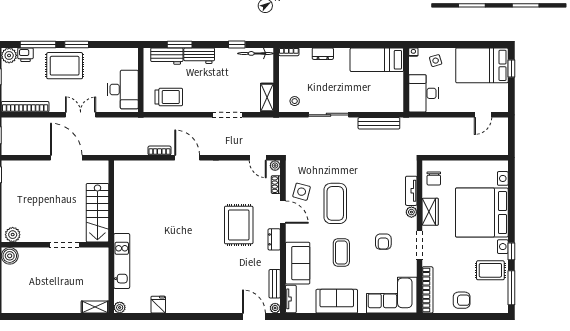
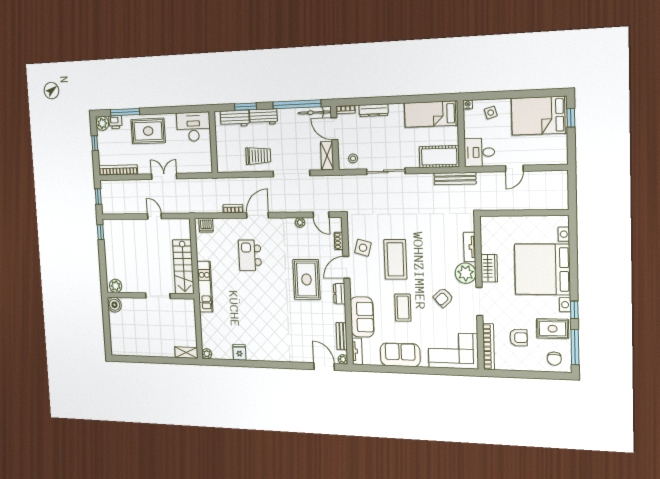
window: (77, 44) -> (157, 111), removed
window: (237, 44) -> (297, 104), width x3.17
dresser: (323, 54) -> (374, 110), width x1.44
door: (276, 71) -> (334, 129), added
desk: (123, 89) -> (193, 127), moved, turned -90
desk: (424, 93) -> (479, 152), width x0.73
trolley: (169, 97) -> (258, 156), moved
cot: (384, 102) -> (439, 157), added
doorway: (227, 115) -> (291, 174), width x1.36
door: (483, 115) -> (514, 168), moved
bench: (379, 123) -> (455, 178), moved
door: (66, 158) -> (155, 216), width x0.53
door: (187, 158) -> (258, 215), hinge flipped
plant: (275, 166) -> (300, 222), moved
dishwasher: (127, 168) -> (206, 225), added
chair: (434, 179) -> (554, 359), moved
kitchen island: (176, 200) -> (250, 255), added
door: (283, 212) -> (346, 267), swing flipped
plant: (411, 212) -> (466, 273), width x1.87, depth x1.87
armchair: (383, 242) -> (443, 298), turned 48
kitchen unit: (122, 261) -> (205, 287), moved
armchair: (462, 300) -> (519, 338), moved

